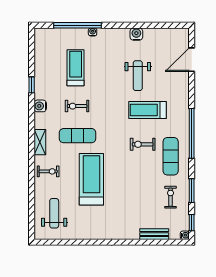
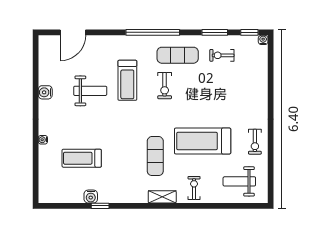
window: (77, 25) -> (36, 156), removed
door: (192, 60) -> (73, 32), hinge flipped
water cooler: (40, 106) -> (91, 197), moved
exercise bike: (77, 106) -> (255, 142), moved
bench: (154, 234) -> (262, 73), removed

